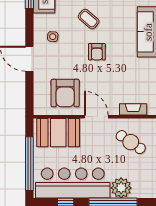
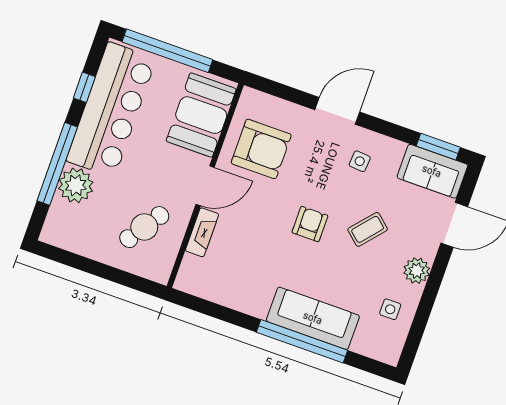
armchair: (97, 52) -> (310, 224), turned 90
armchair: (65, 93) -> (261, 149), turned 180
fireplace: (133, 109) -> (202, 232), moved

